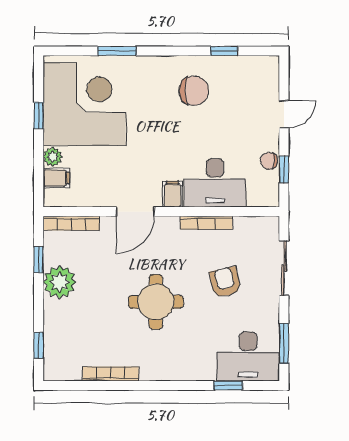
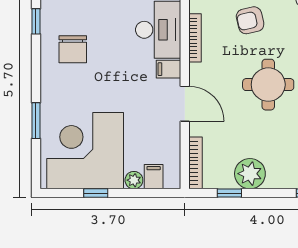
chair: (194, 91) -> (73, 49), turned 180

